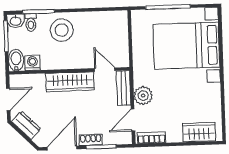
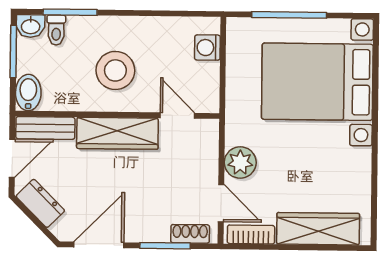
stool: (62, 30) -> (115, 70), moved
washing machine: (32, 63) -> (207, 48), moved, turned -90
bench: (124, 88) -> (45, 128), moved, turned 90
door: (133, 120) -> (221, 203), swing flipped
wardrobe: (199, 132) -> (318, 229), width x1.50
shoe rack: (91, 140) -> (190, 234), moved

